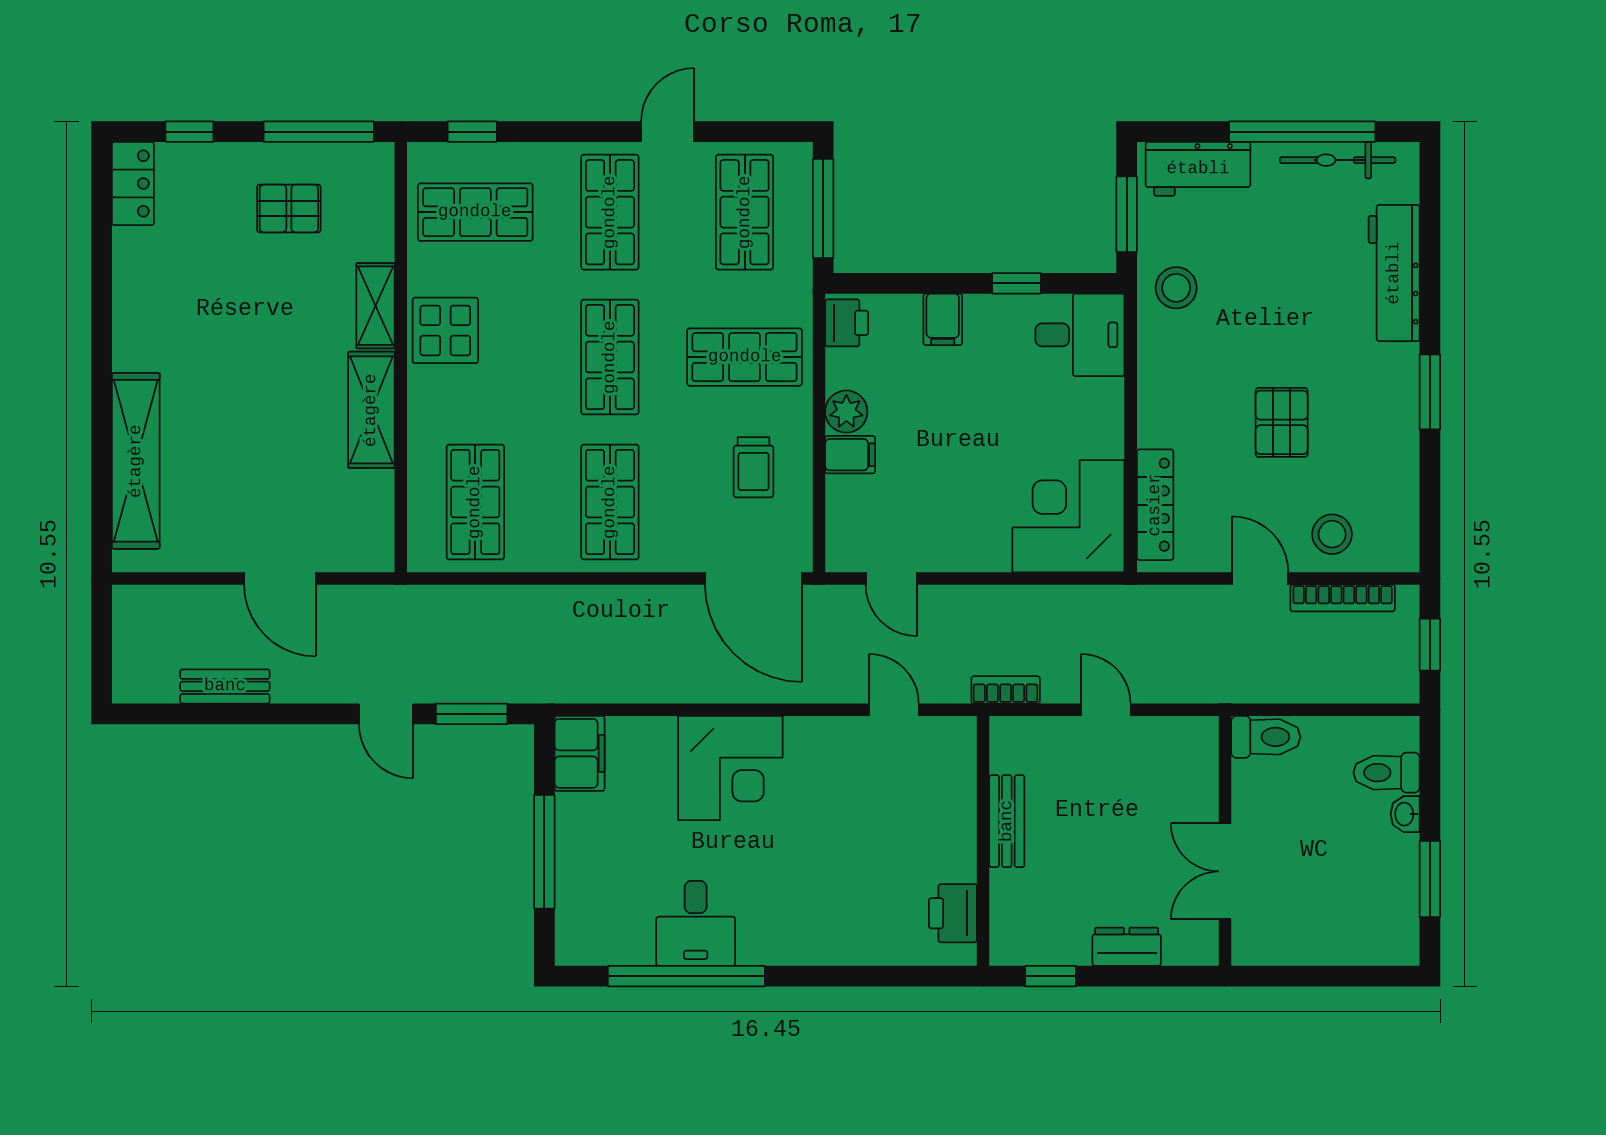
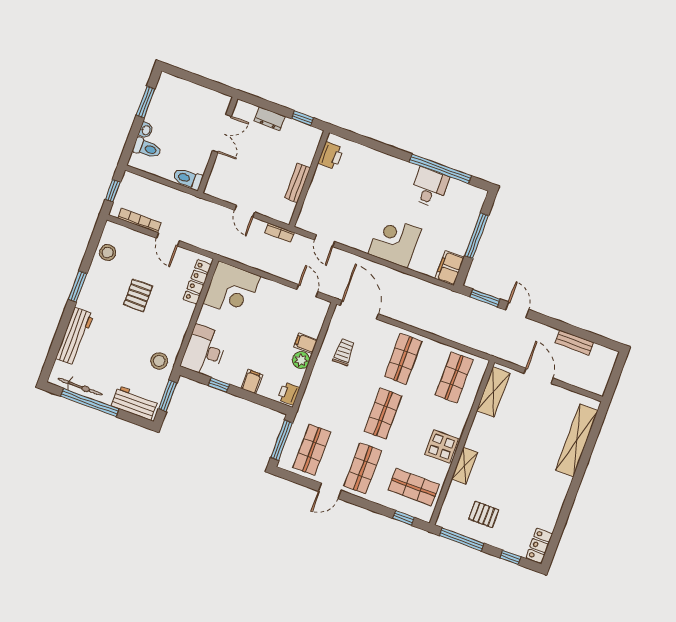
desk: (1080, 335) -> (204, 351), width x1.37
shop shelf: (745, 357) -> (332, 395), removed
shelving: (371, 410) -> (493, 392), moved
stool: (1332, 534) -> (108, 253), moved

